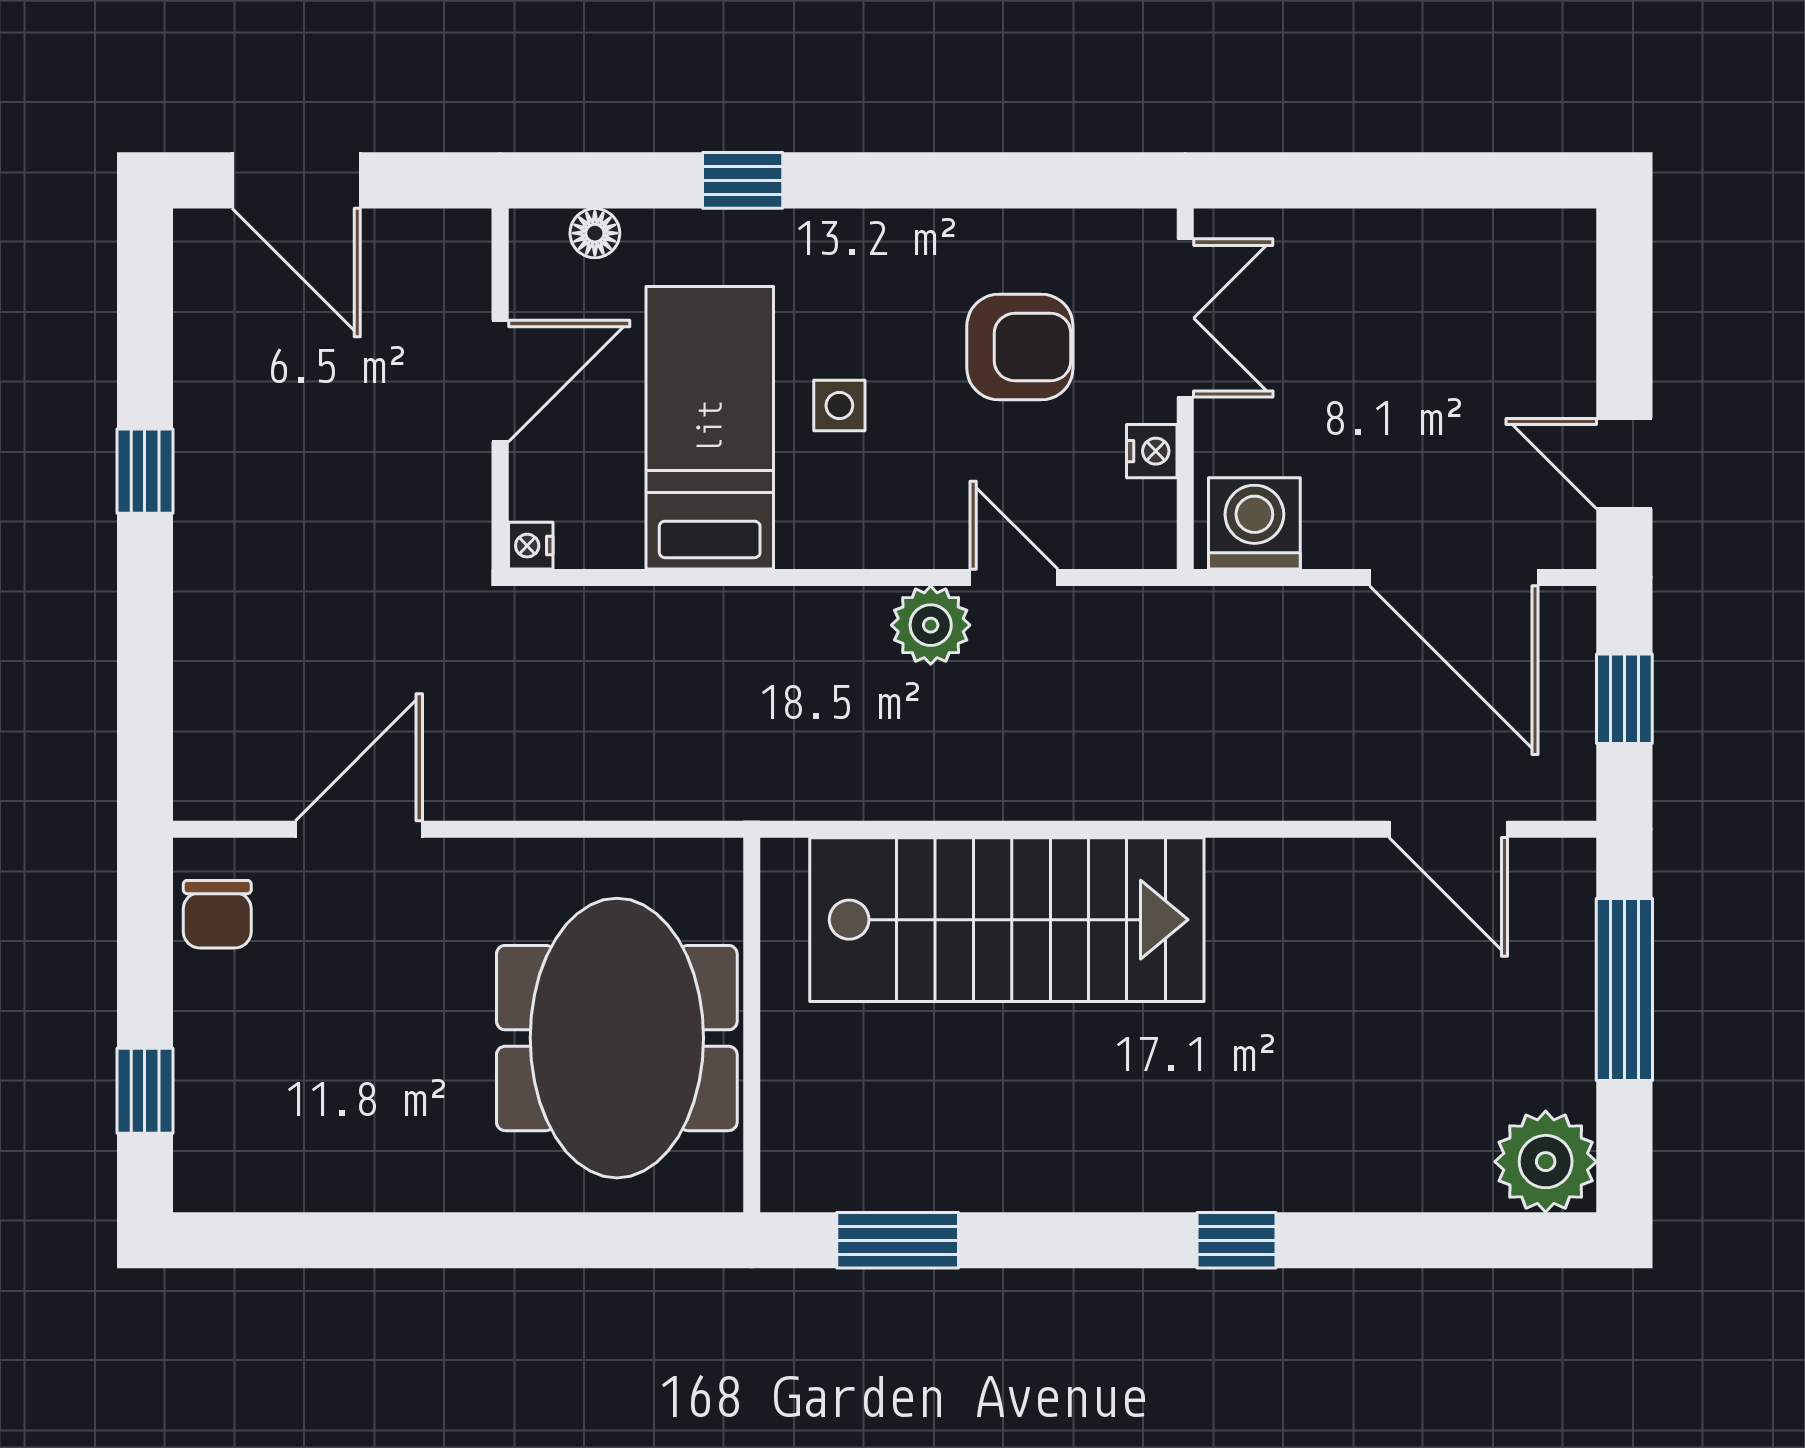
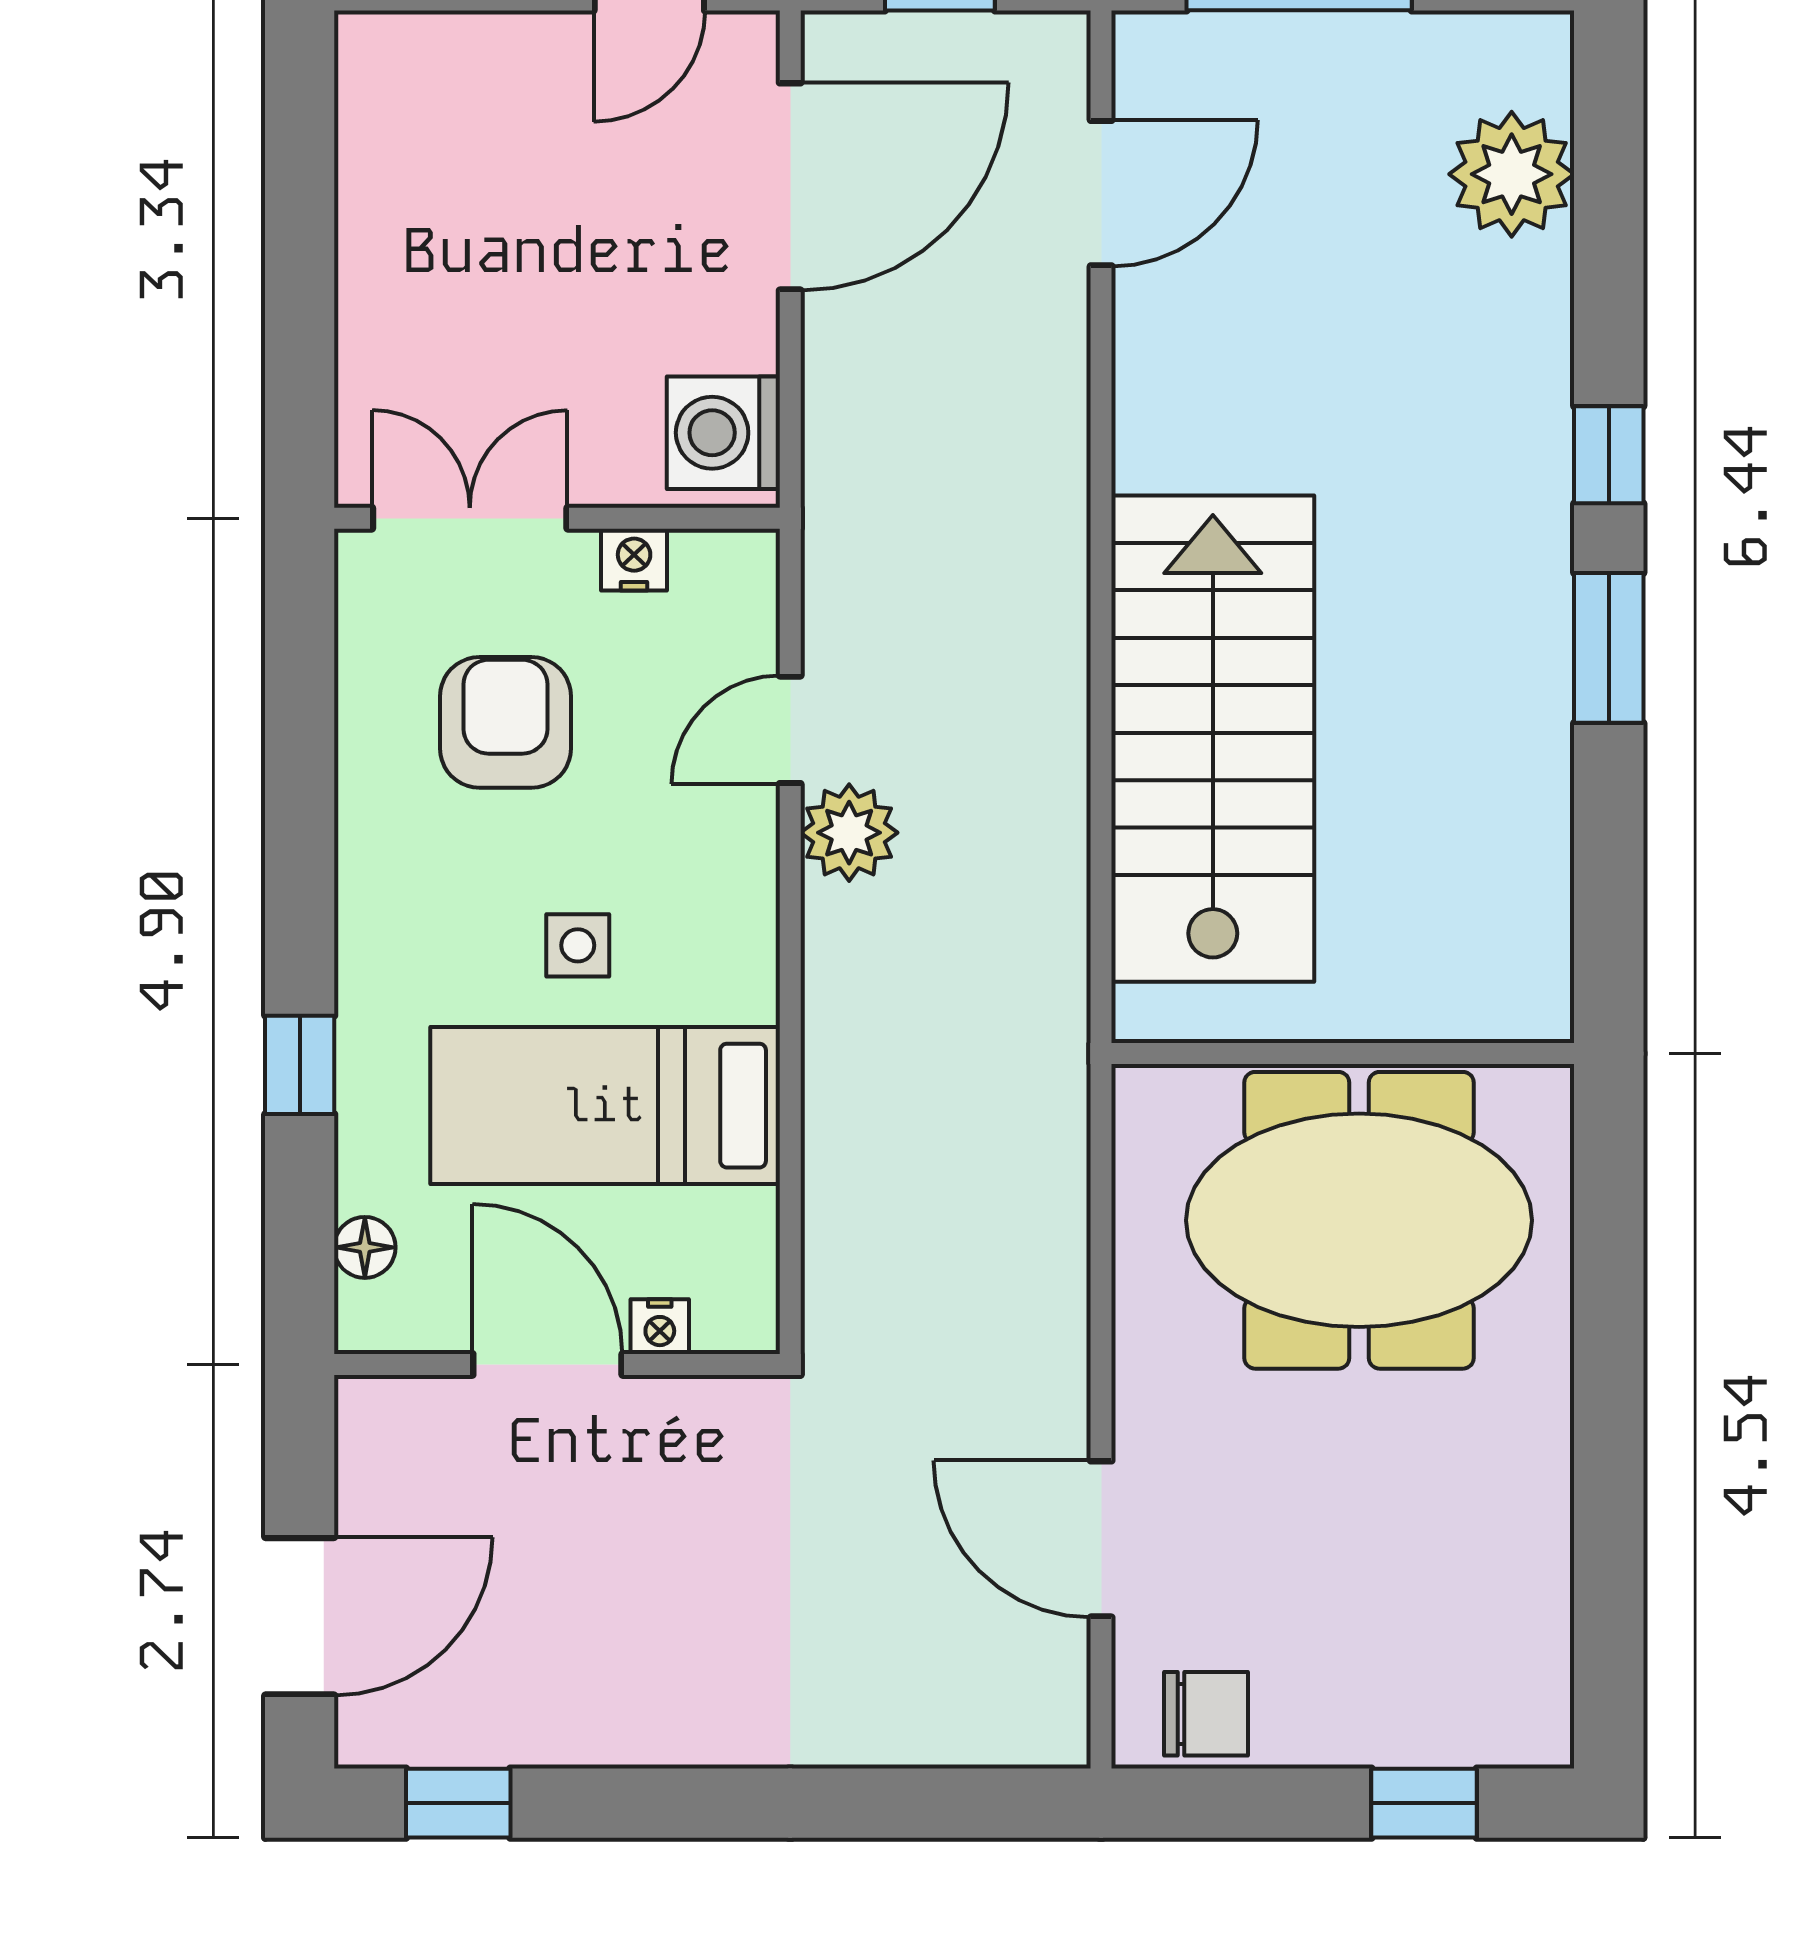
window: (145, 471) -> (458, 1803), moved
nightstand: (531, 546) -> (660, 1327), moved
plant: (1546, 1162) -> (1512, 174), moved
window: (898, 1240) -> (1609, 648), moved

